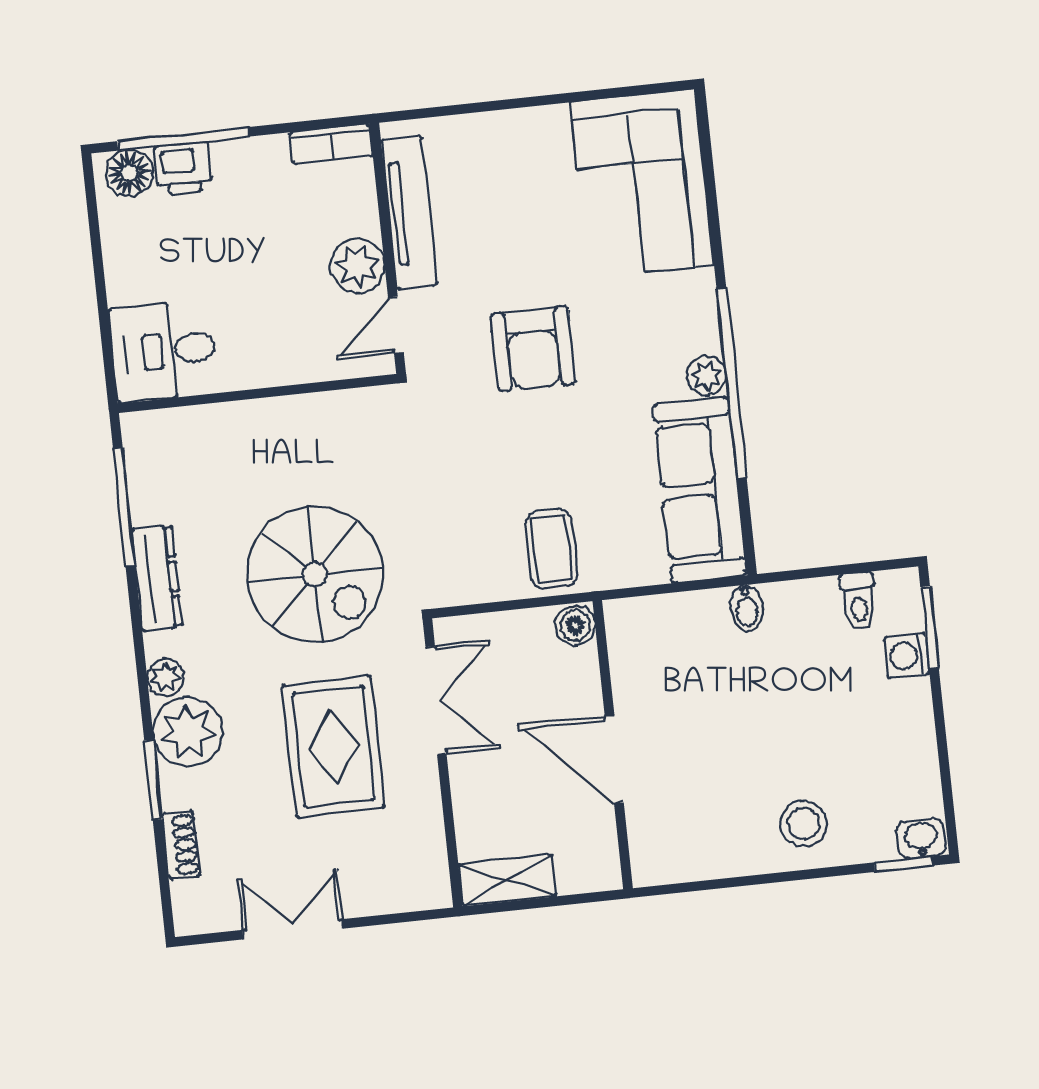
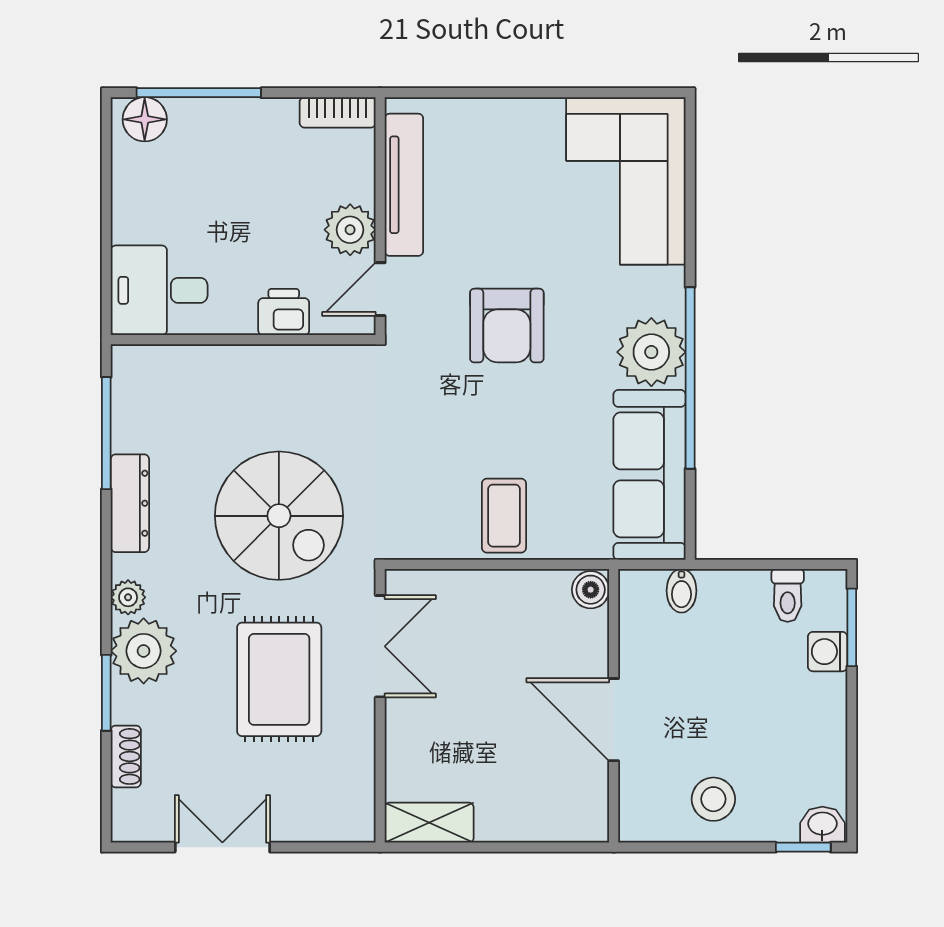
printer: (183, 168) -> (284, 312), moved, turned 180
plant: (707, 376) -> (651, 352), width x1.87, depth x1.87
boiler: (575, 625) -> (591, 590), moved
wall: (613, 745) -> (614, 706), moved
door: (614, 759) -> (614, 720), moved

